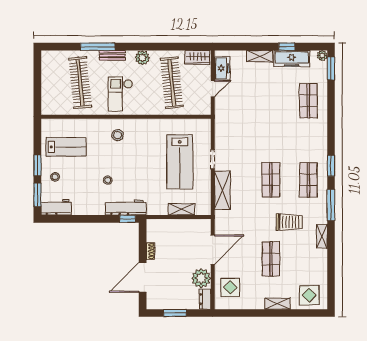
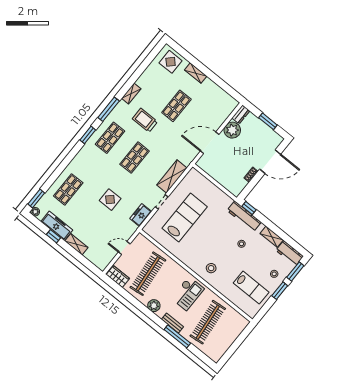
freezer: (222, 68) -> (141, 215), moved
lab bench: (66, 147) -> (251, 288), turned 180
shelving: (182, 209) -> (272, 237), moved
display table: (230, 287) -> (110, 200), moved

